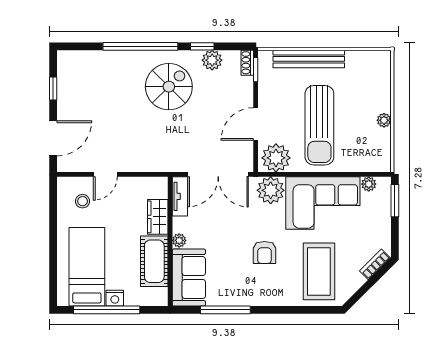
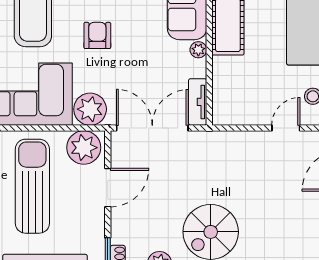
wardrobe: (158, 217) -> (224, 78), removed

